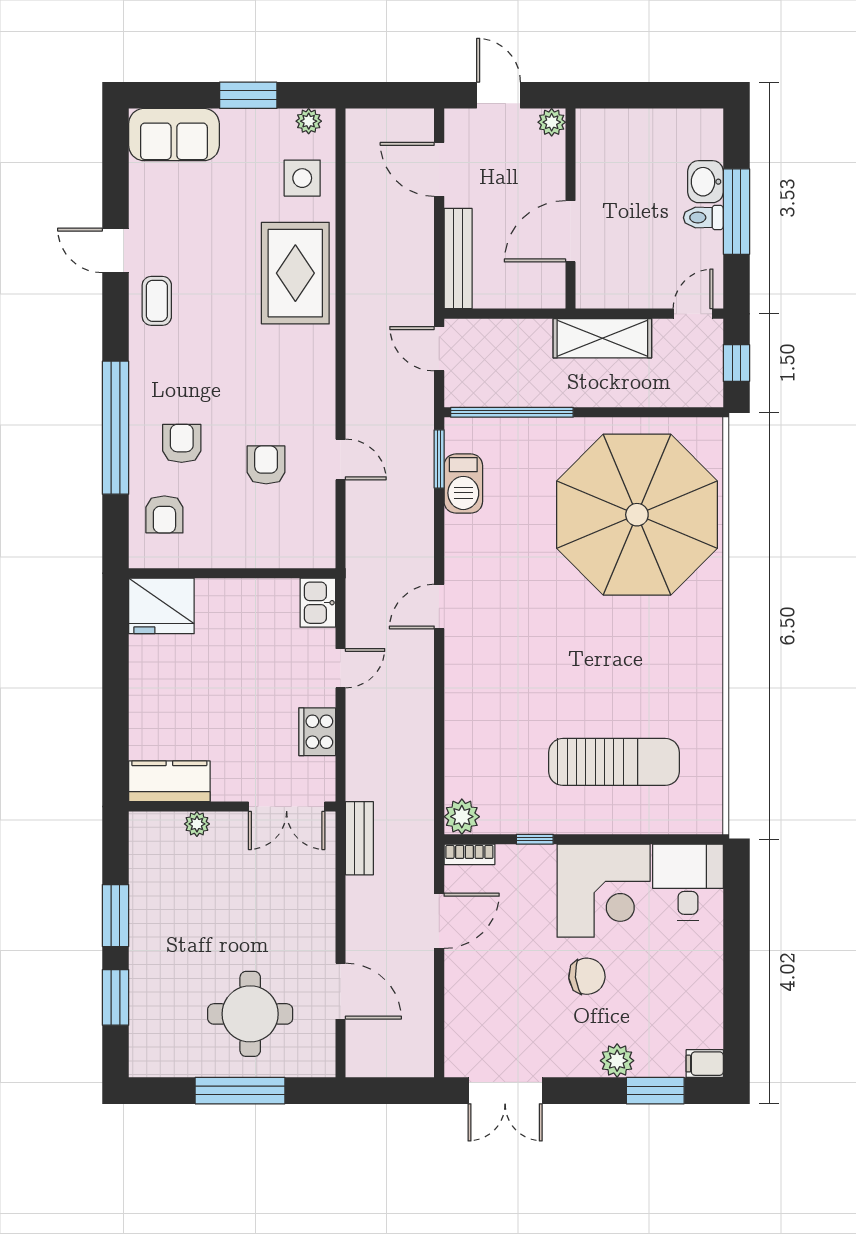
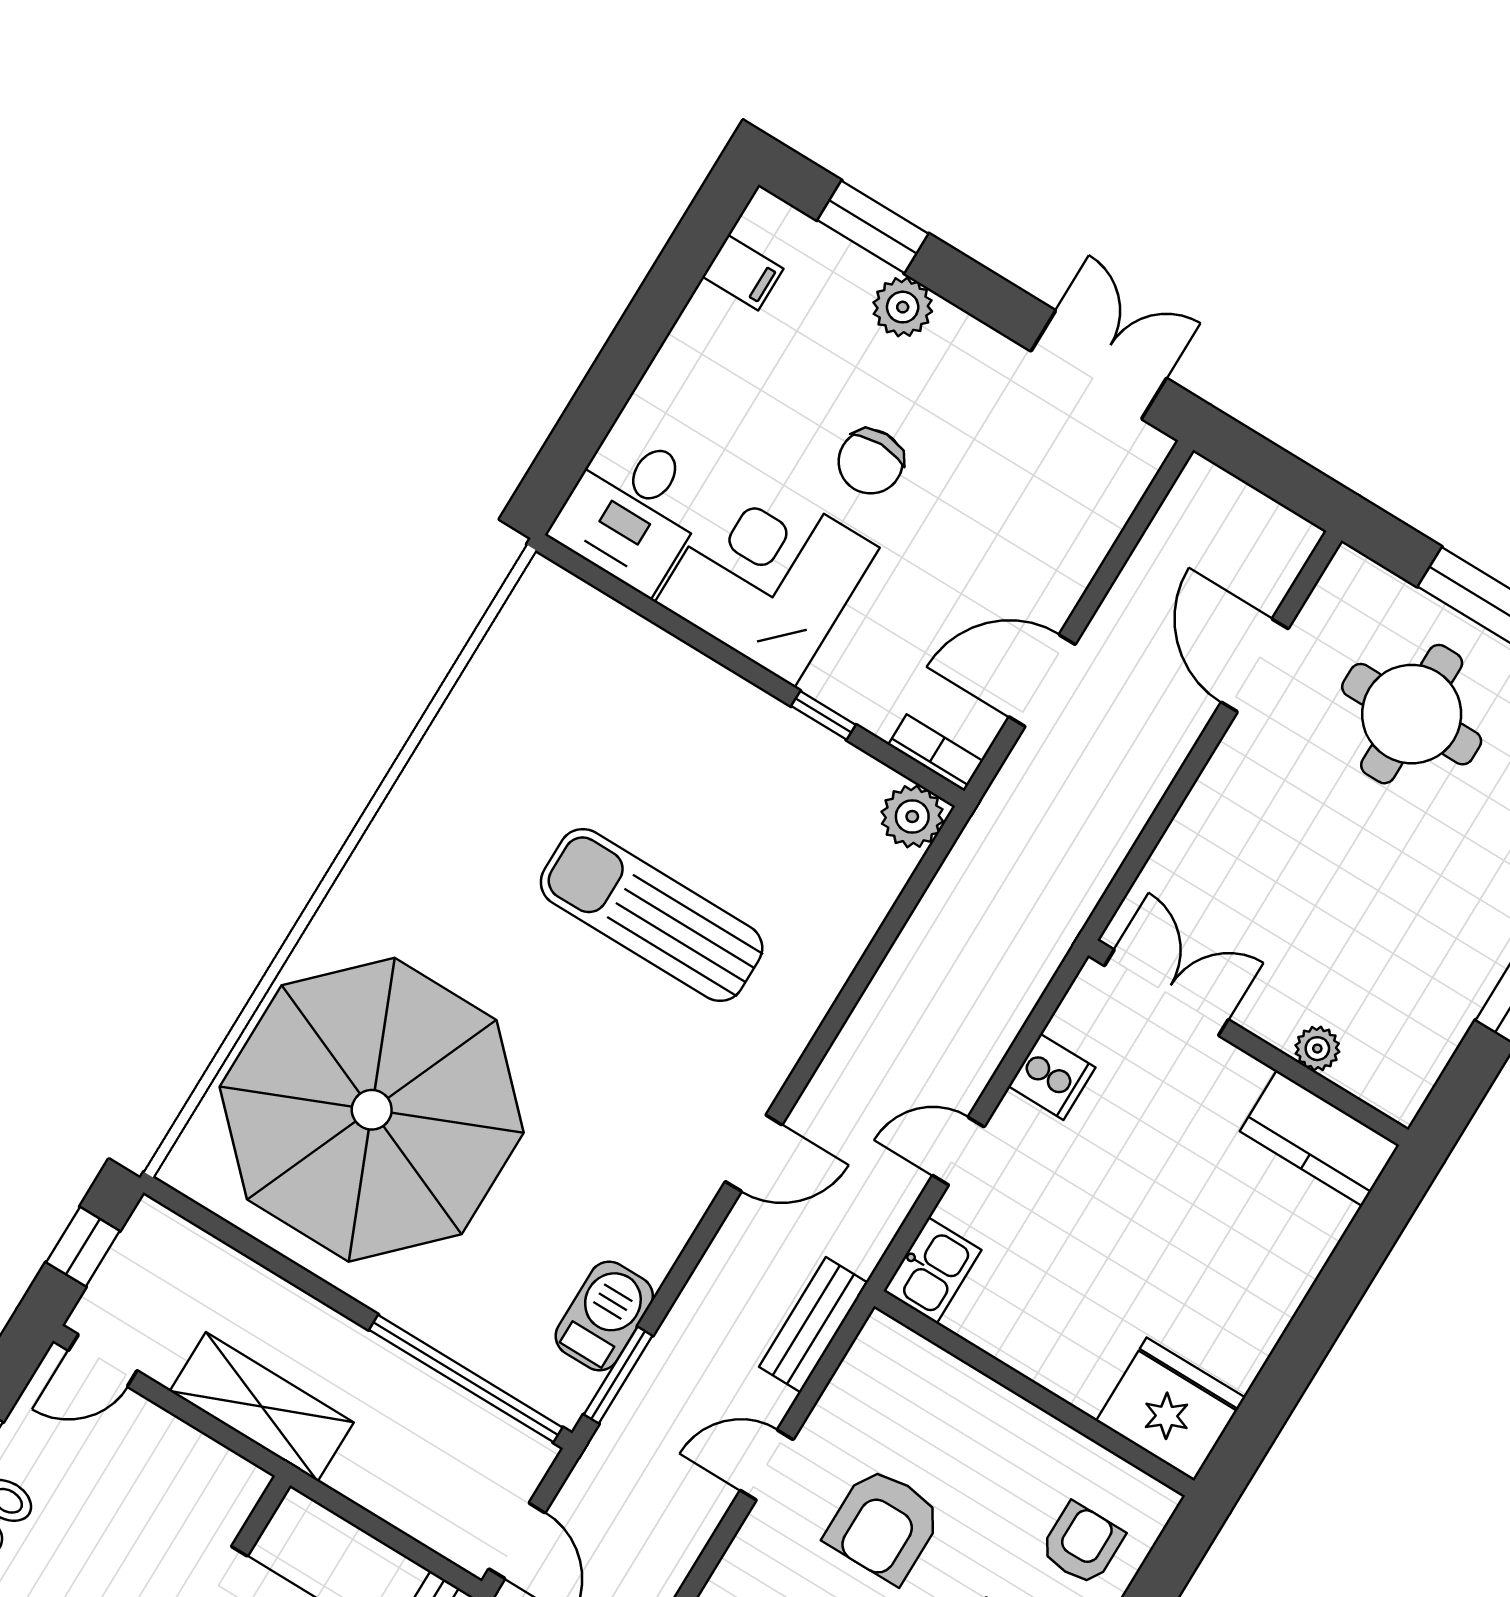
door: (341, 459) -> (767, 1465), hinge flipped
armchair: (266, 465) -> (884, 1525), width x1.38, depth x1.38
cooker: (317, 732) -> (1052, 1077), width x0.73
sun lounger: (614, 762) -> (652, 915), moved
bench: (359, 838) -> (813, 1325), moved
chair: (587, 976) -> (871, 462), turned -84
filing cabinet: (705, 1064) -> (743, 273), moved

